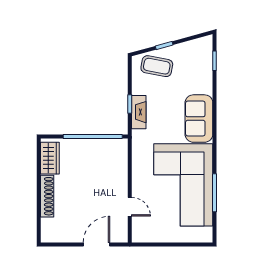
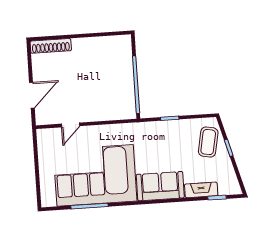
fireplace: (139, 112) -> (201, 190), moved, turned 180
wardrobe: (50, 158) -> (112, 44), removed
shoe rack: (47, 196) -> (51, 46), moved
door: (97, 244) -> (32, 95), hinge flipped

